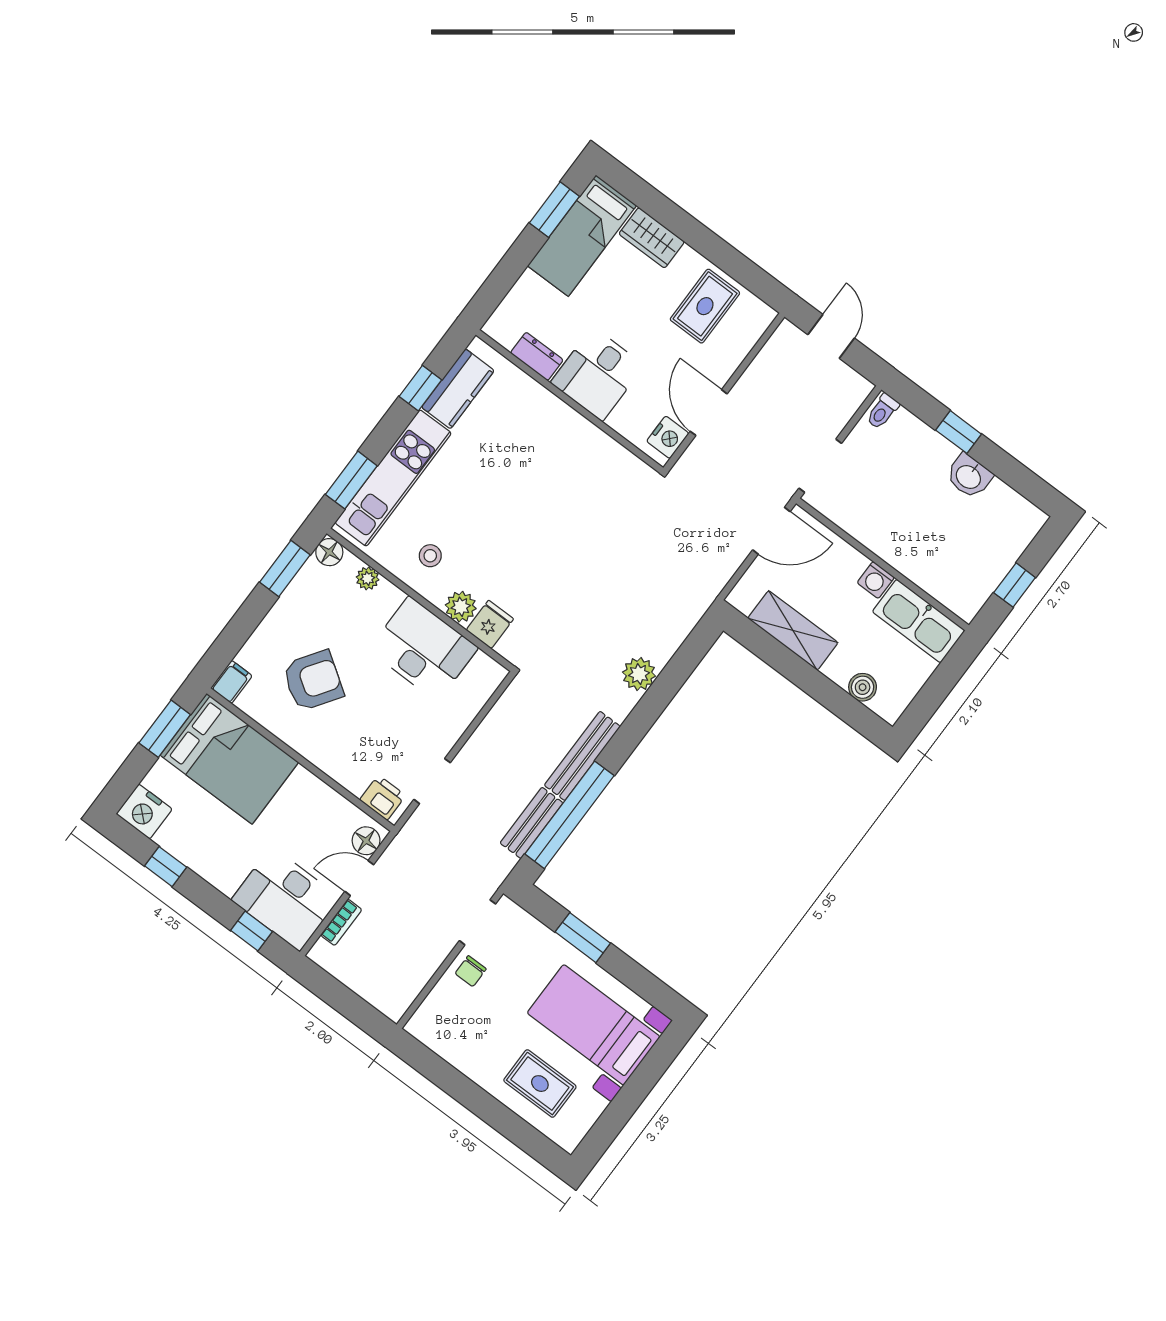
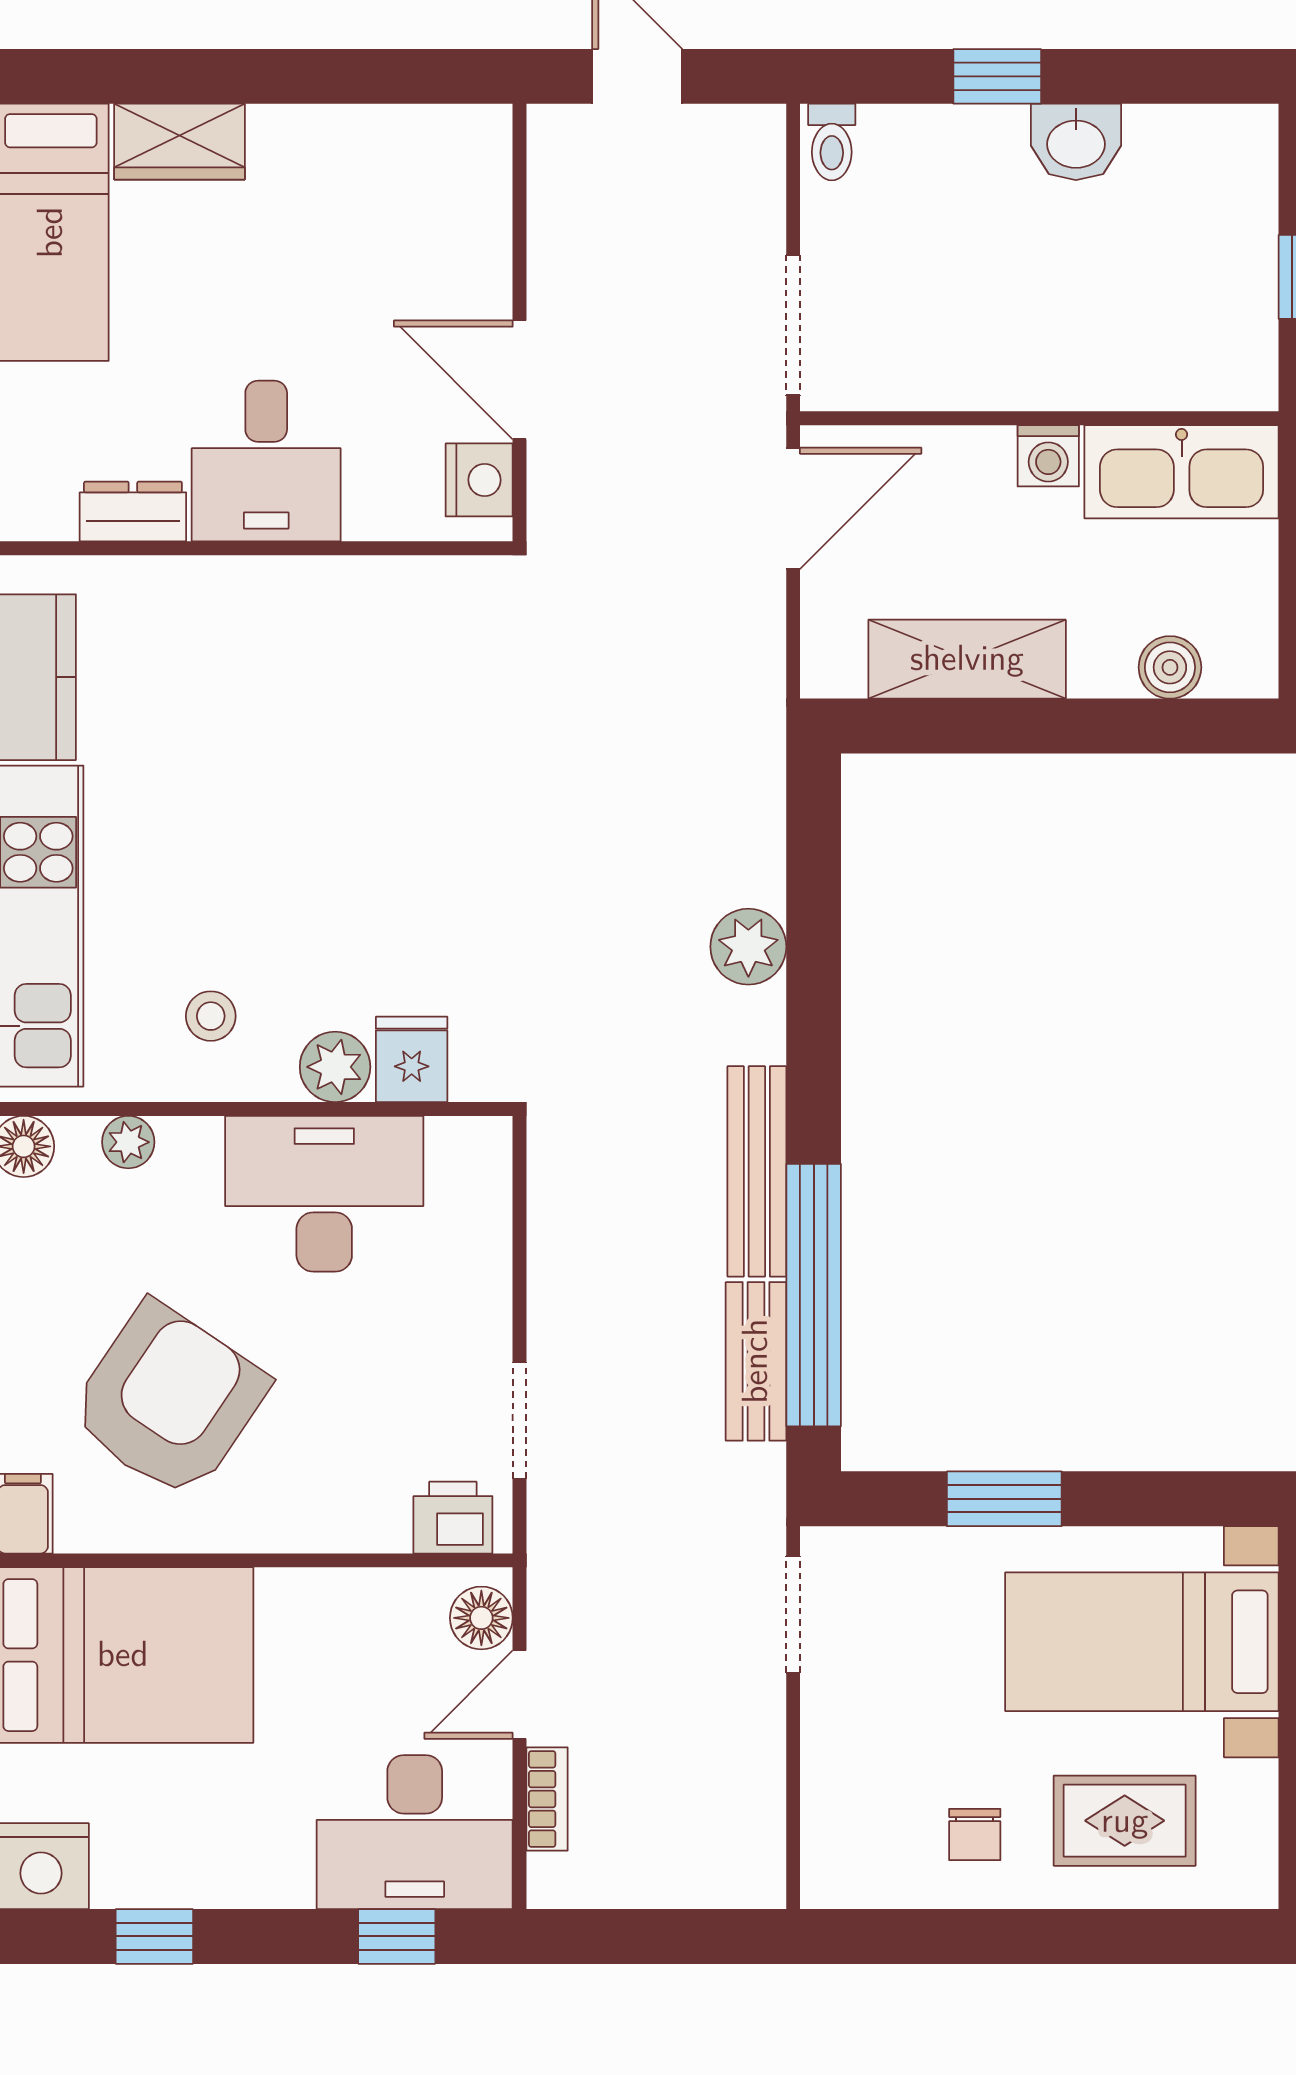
rug: (705, 306) -> (368, 193), removed
armchair: (313, 681) -> (168, 1401), width x1.36, depth x1.36
chair: (471, 971) -> (975, 1835), moved

